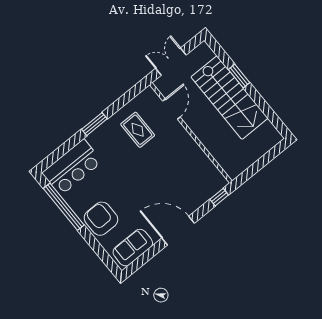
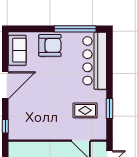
window: (94, 124) -> (110, 108), moved
bar counter: (72, 167) -> (95, 61), width x1.36

